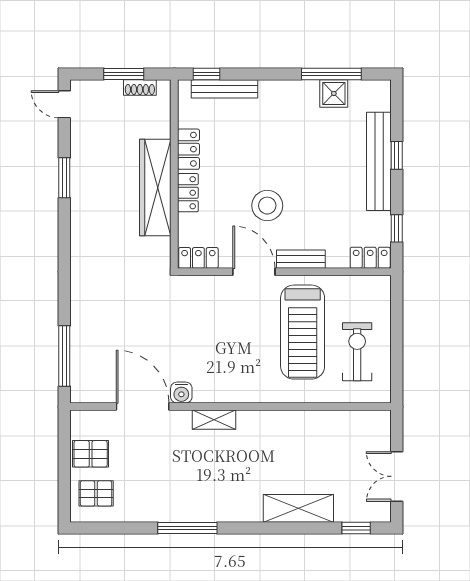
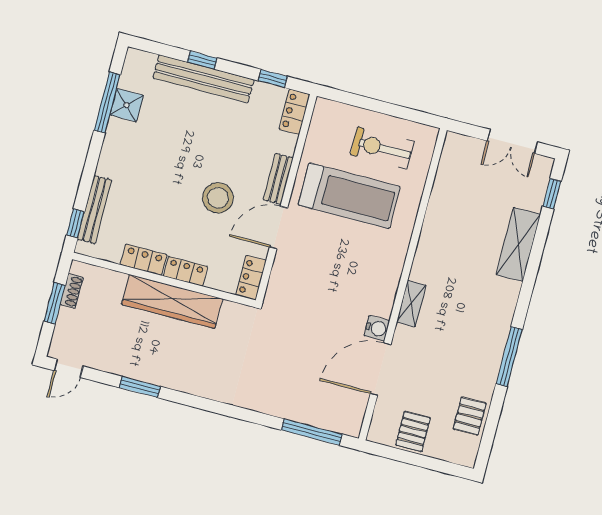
pallet: (96, 493) -> (470, 416), moved

